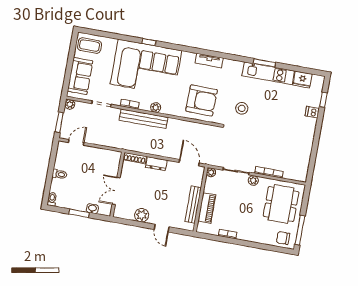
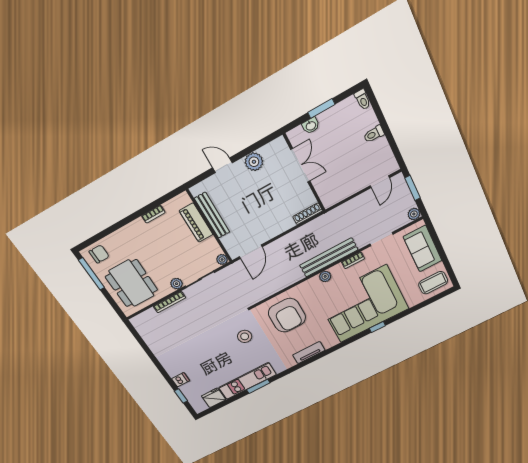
armchair: (202, 100) -> (287, 315), turned -91
door: (189, 163) -> (251, 252), hinge flipped
dresser: (156, 164) -> (282, 225), removed

